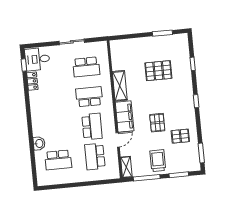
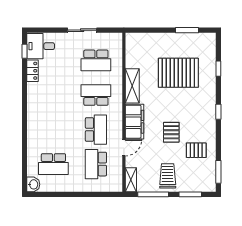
pallet: (158, 71) -> (178, 73), width x1.37, depth x1.41
washbasin: (39, 143) -> (33, 184), moved

